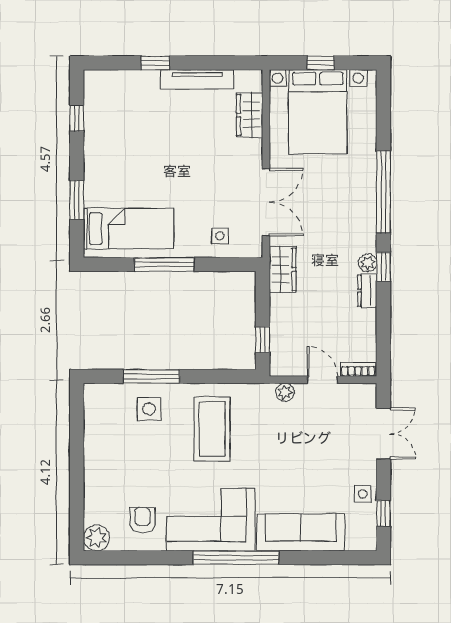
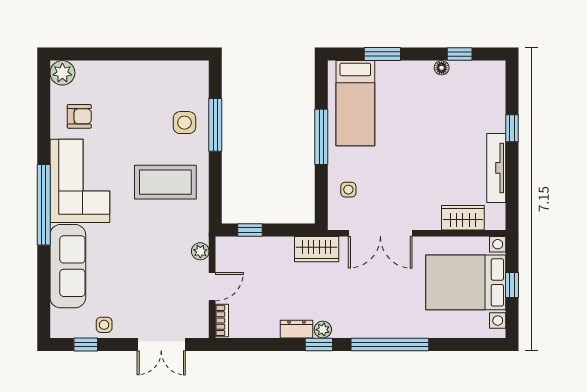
floor lamp: (91, 137) -> (442, 68), added

